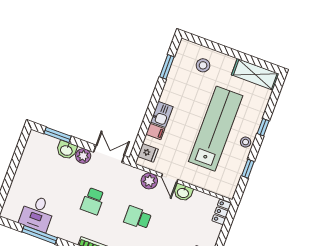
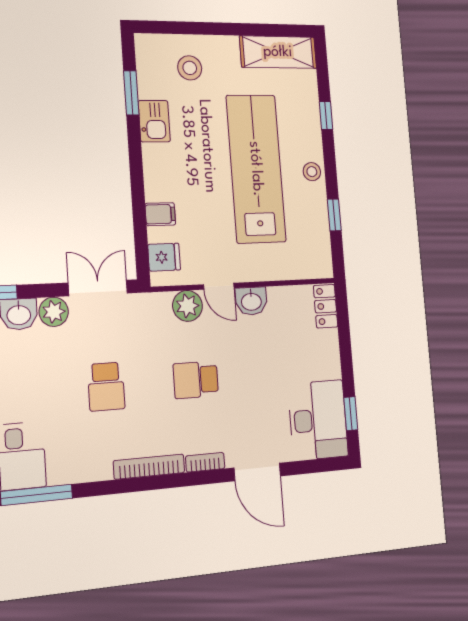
kitchen sink: (162, 114) -> (154, 121), moved
window: (263, 127) -> (326, 115), moved

